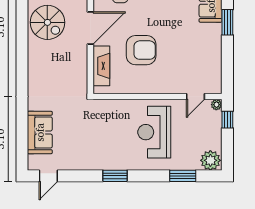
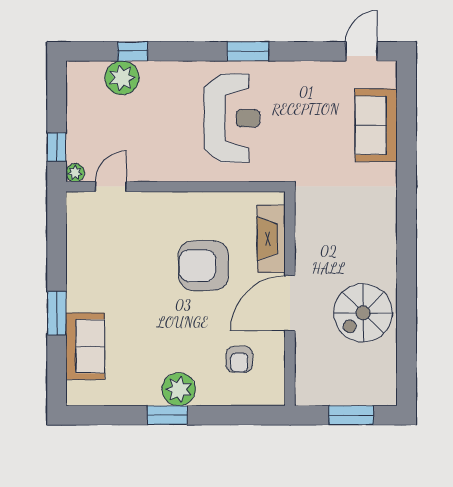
spiral stairs: (47, 22) -> (363, 313), turned -90
reception desk: (154, 132) -> (232, 118), moved
plant: (210, 160) -> (122, 78), moved
window: (183, 176) -> (133, 51), width x0.67

